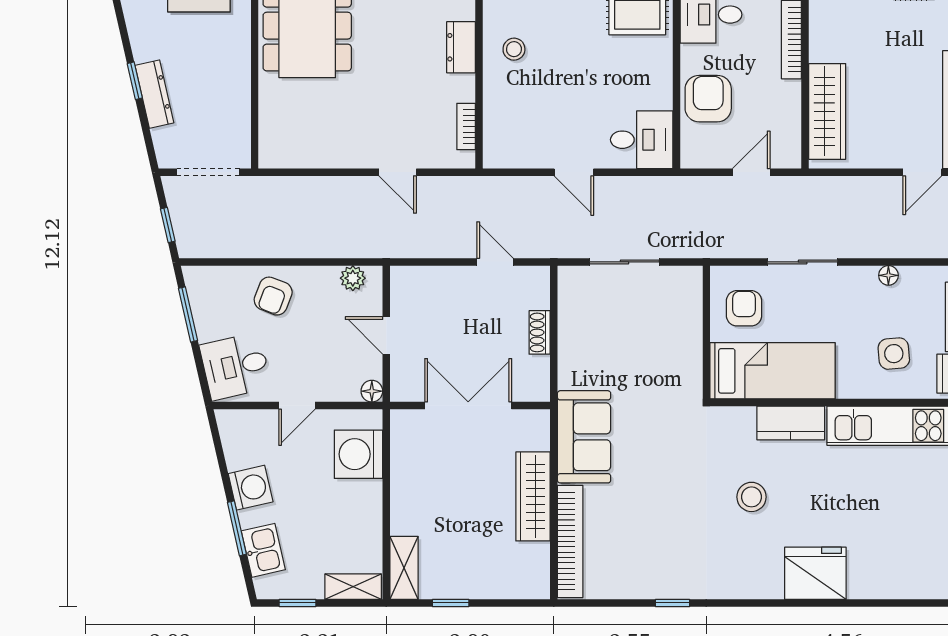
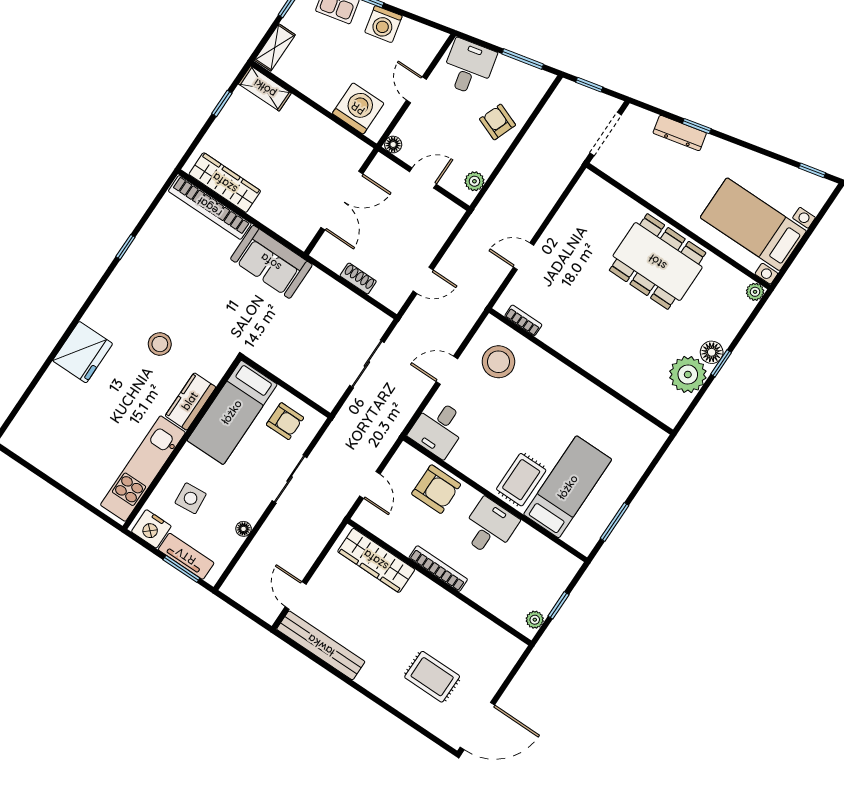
dresser: (461, 47) -> (577, 352), removed
stool: (514, 49) -> (498, 362), moved, width x1.89, depth x1.89
wardrobe: (533, 496) -> (225, 183), moved

